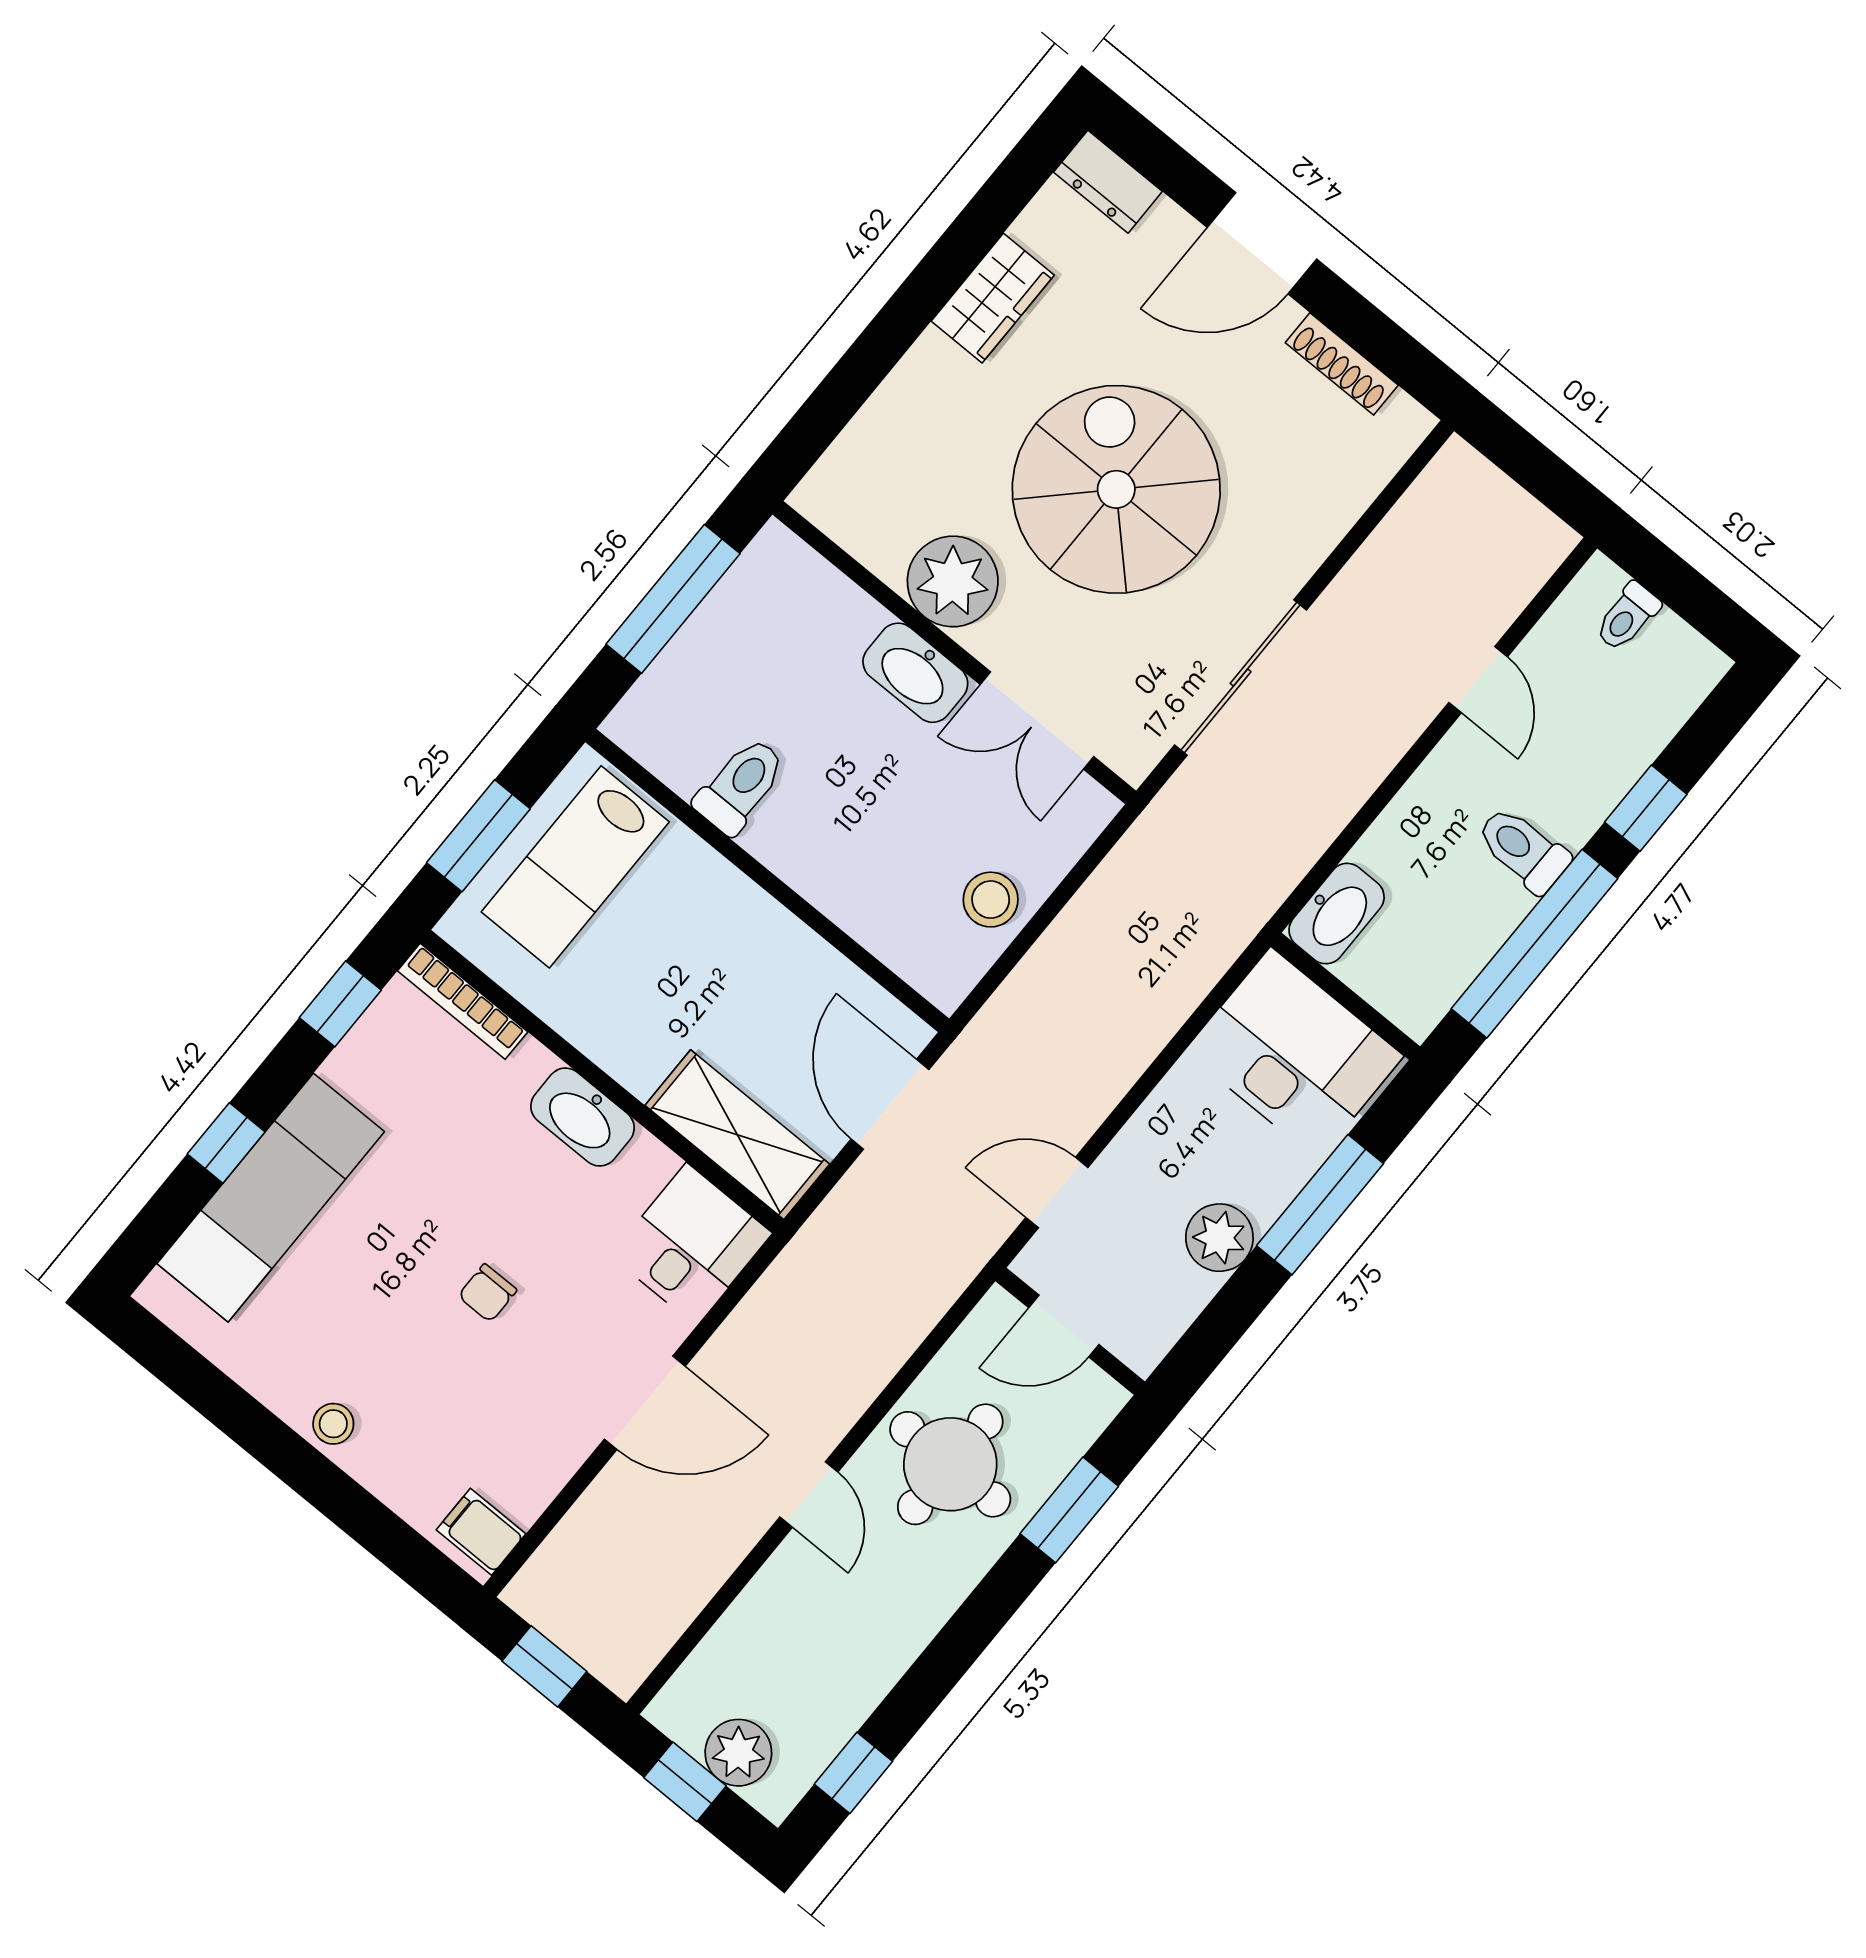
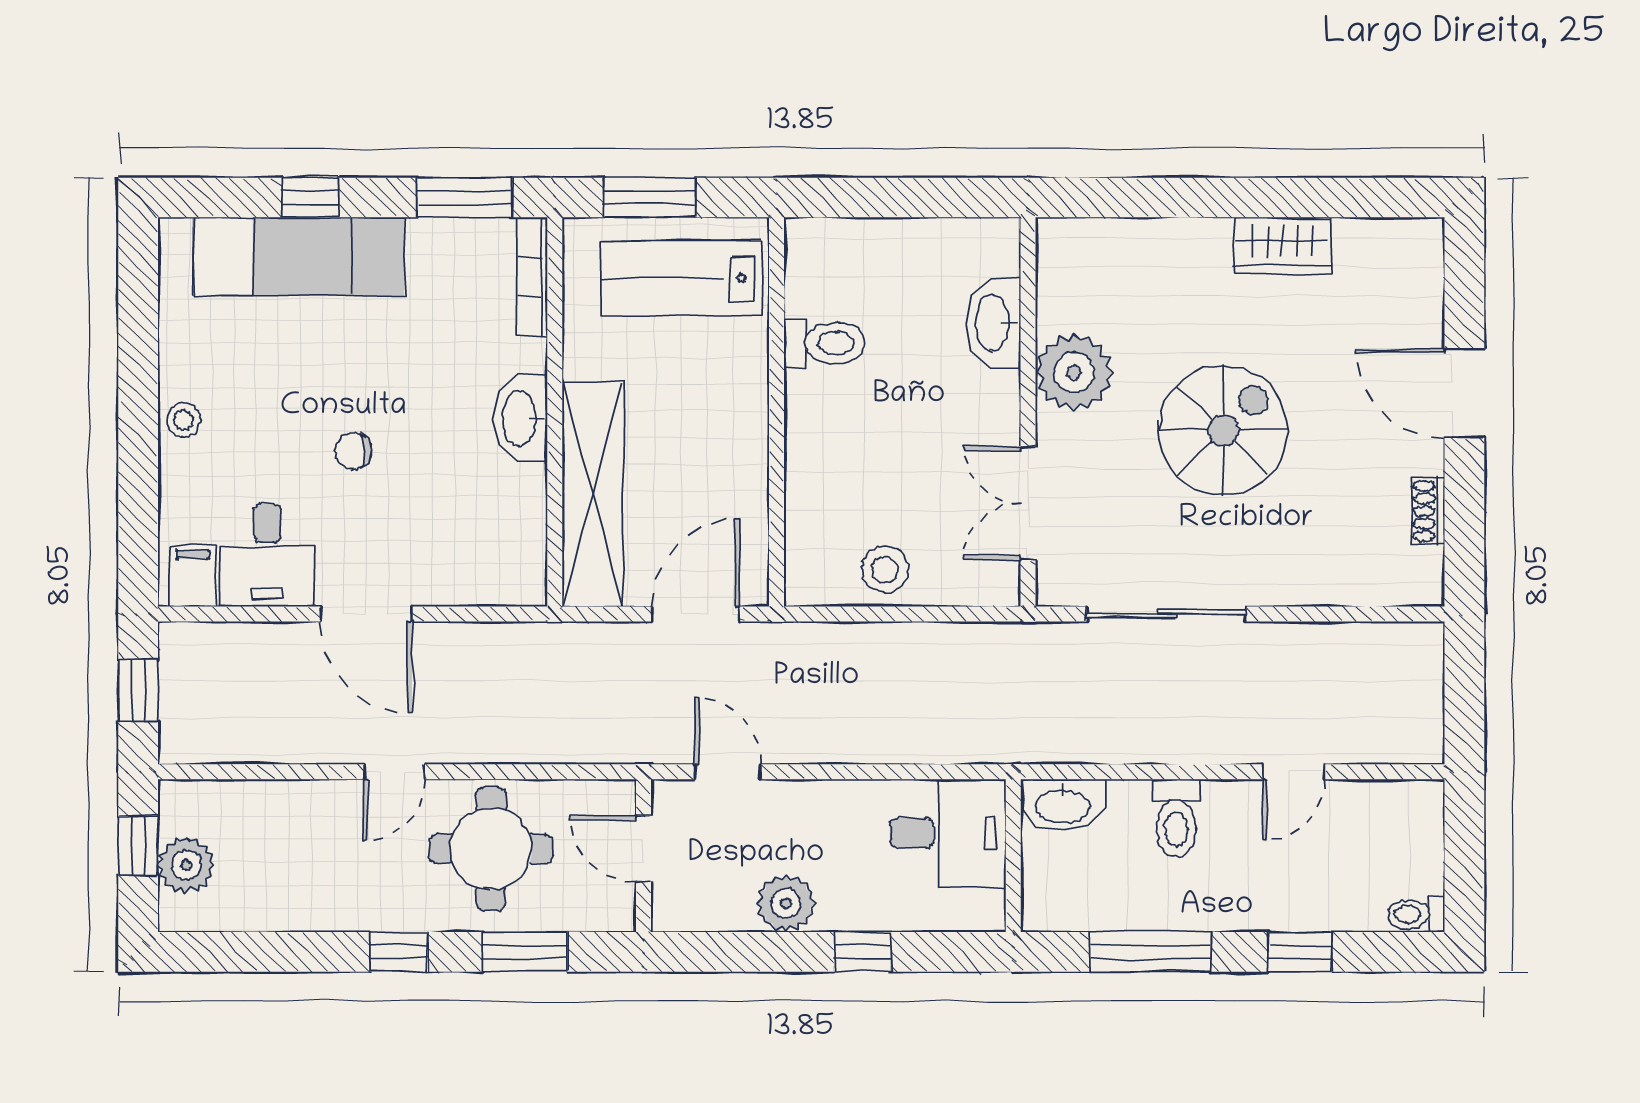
dresser: (1108, 182) -> (1421, 258), removed
shoe rack: (1342, 364) -> (1428, 511), width x0.70
spiral stairs: (1116, 489) -> (1223, 430), width x0.73, depth x0.73
window: (673, 599) -> (911, 197), removed
toilet: (1627, 617) -> (1416, 914), moved
washbasin: (915, 673) -> (994, 323), moved
toilet: (1523, 849) -> (1176, 818), moved, turned 180
window: (1534, 944) -> (1150, 952), width x0.68
window: (340, 1004) -> (464, 197), width x1.50
desk: (1294, 1054) -> (948, 833), width x0.73
shelving: (737, 1135) -> (593, 494), width x1.47
window: (1320, 1205) -> (862, 952), width x0.46
desk: (691, 1244) -> (267, 555), moved, turned 90
window: (853, 1773) -> (399, 952), moved

